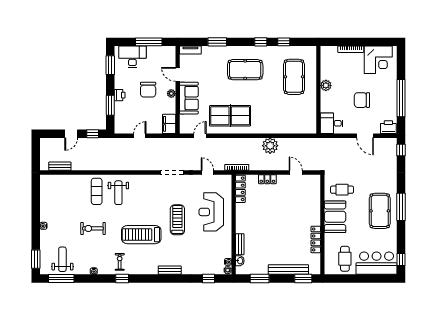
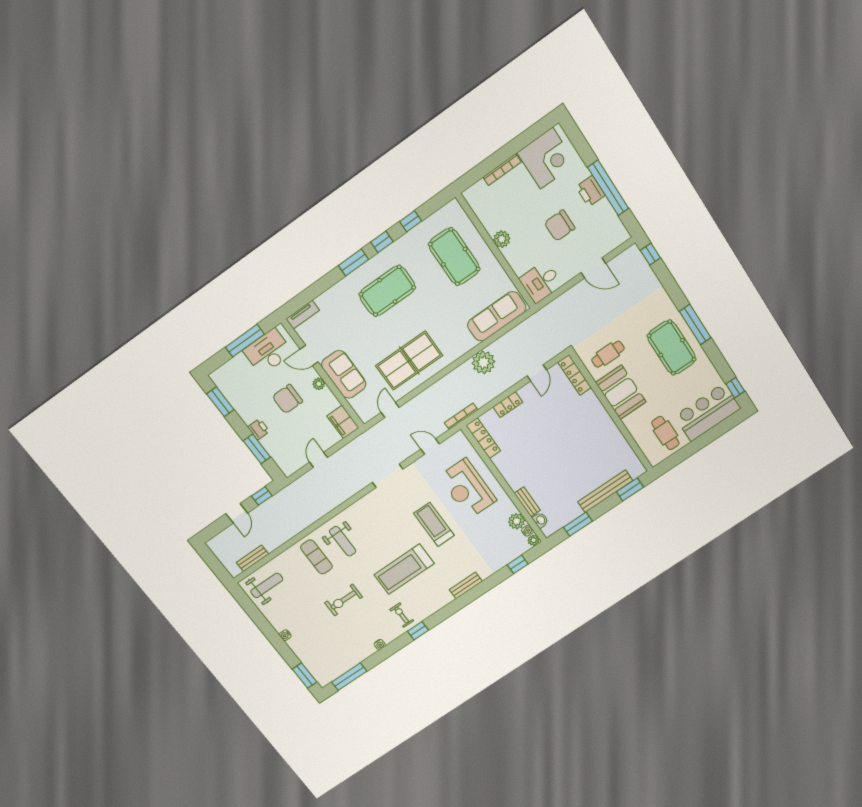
window: (217, 42) -> (353, 262), moved
desk: (132, 57) -> (268, 352), moved
chair: (148, 90) -> (288, 399), turned 90
sofa: (295, 125) -> (497, 316), added
printer: (388, 127) -> (591, 191), moved, turned -90
door: (296, 172) -> (537, 373), swing flipped
locker: (316, 239) -> (575, 375), moved
plant: (226, 252) -> (517, 521), added
weight bench: (62, 259) -> (267, 585), moved, turned 90

